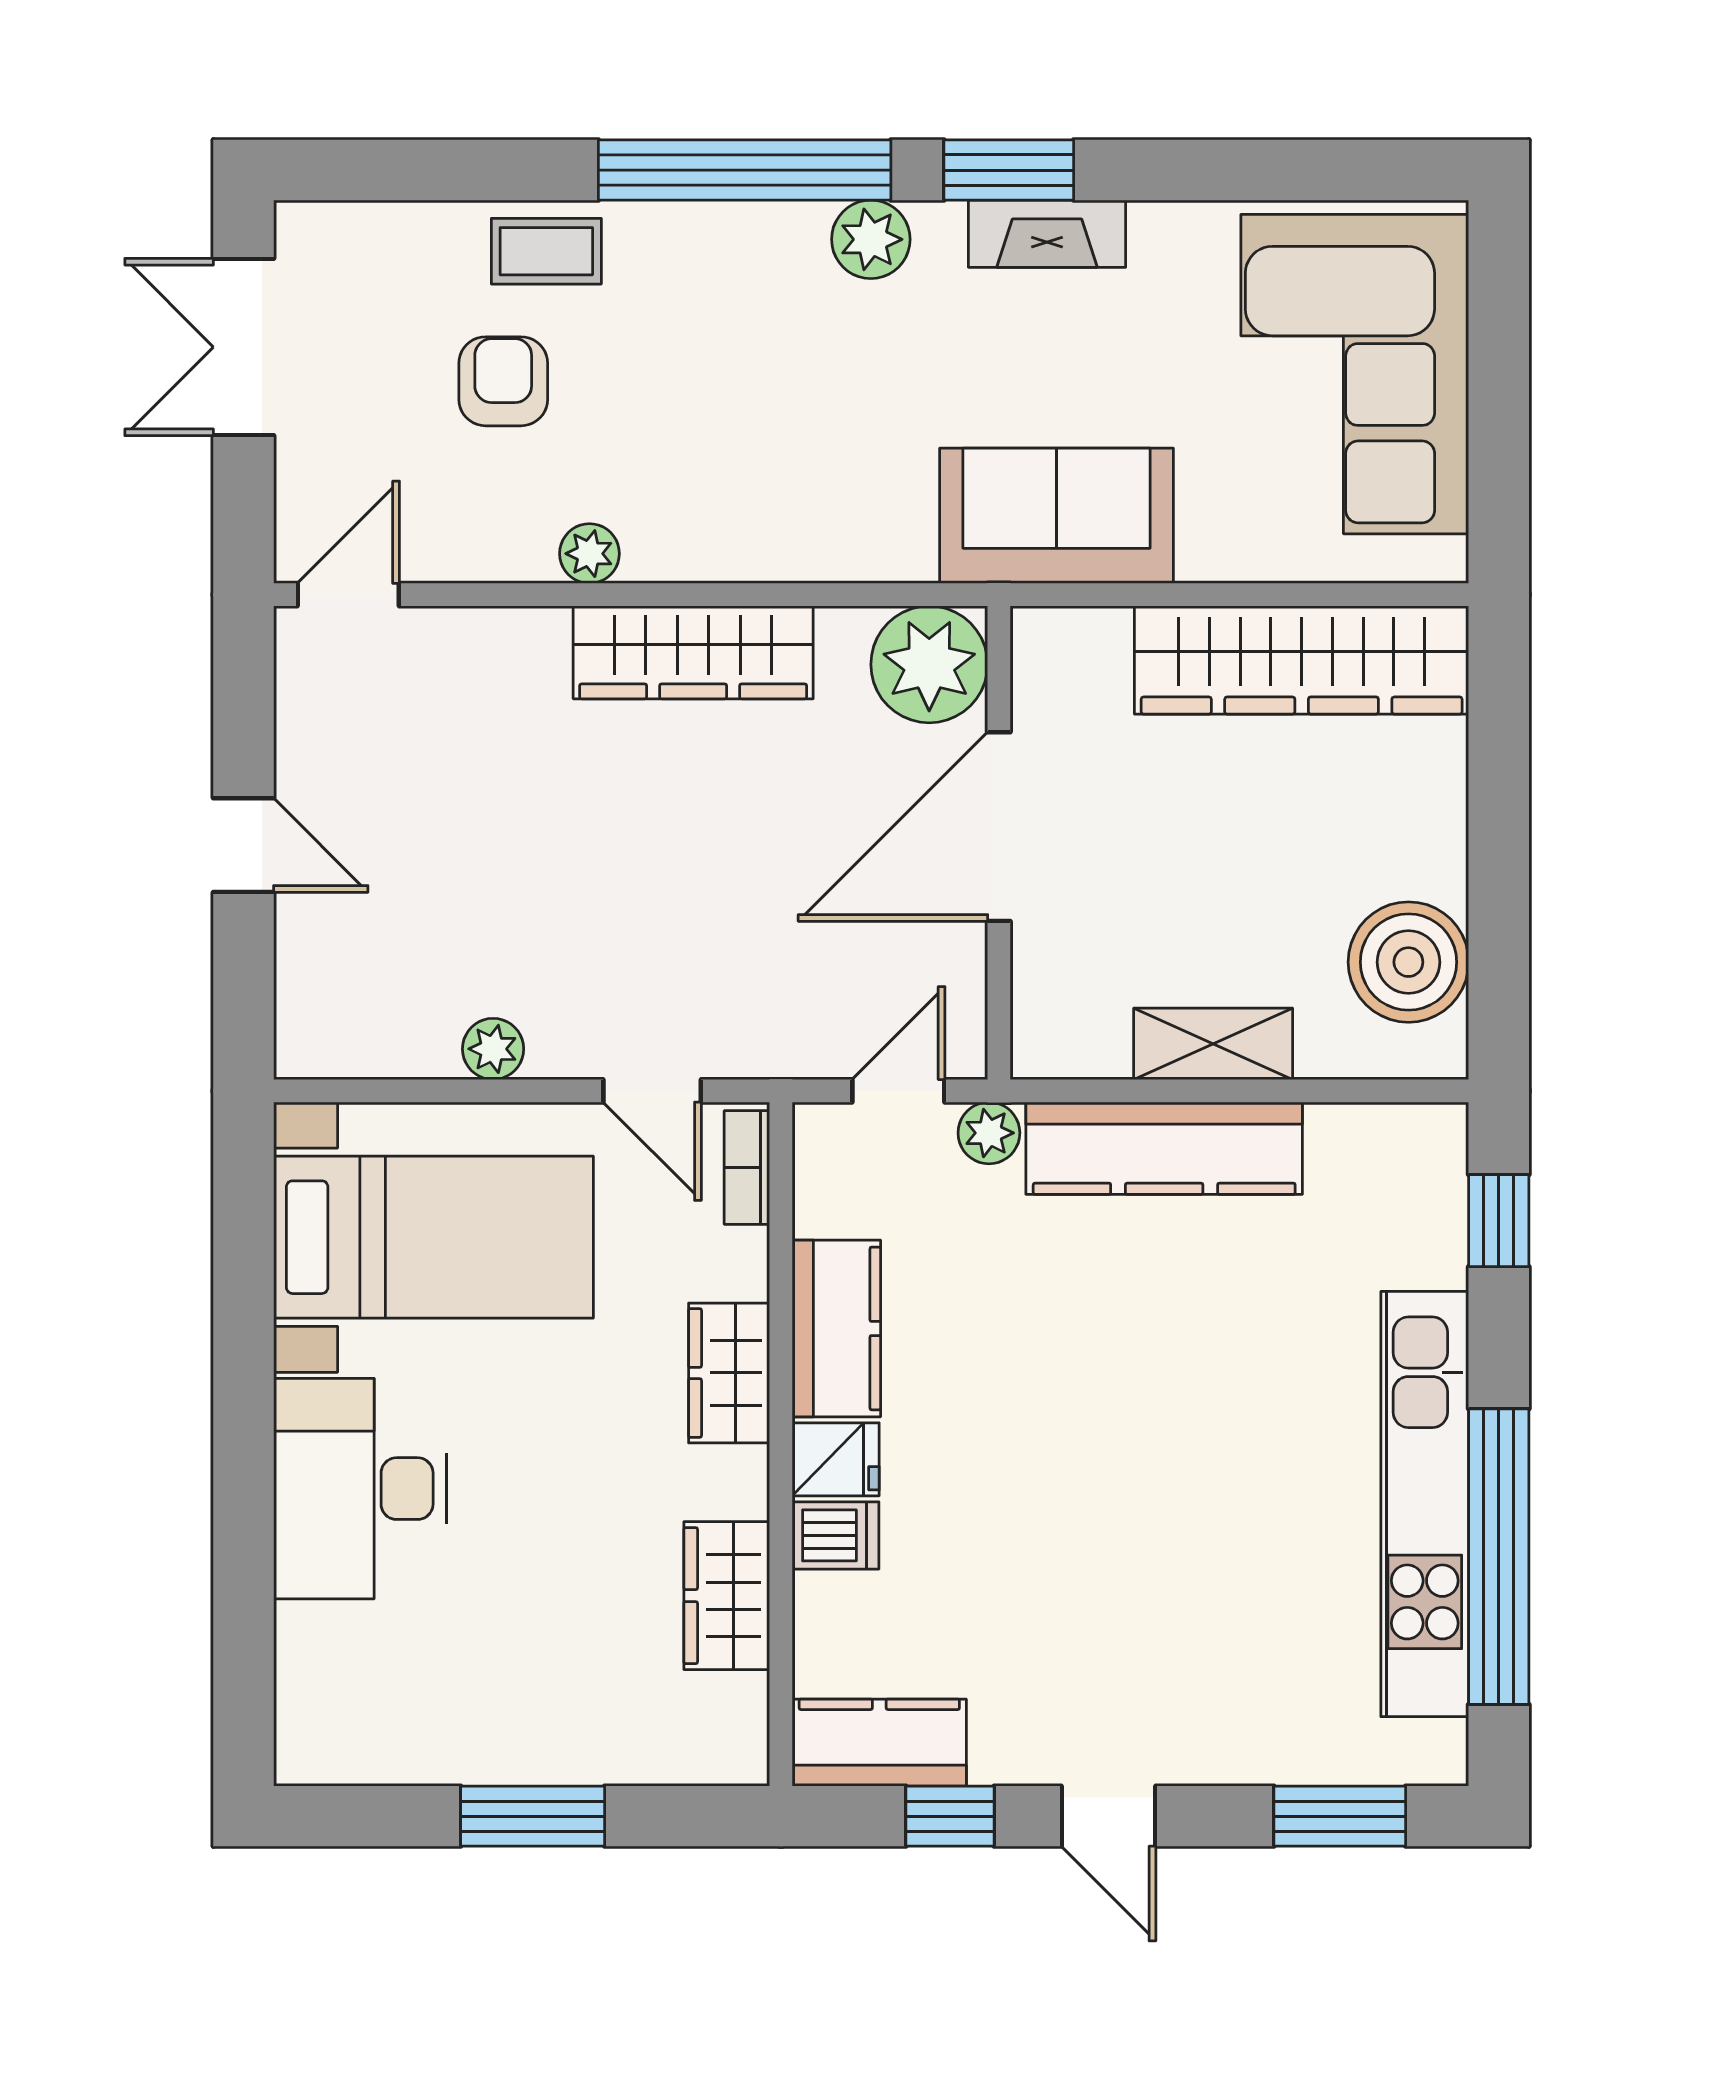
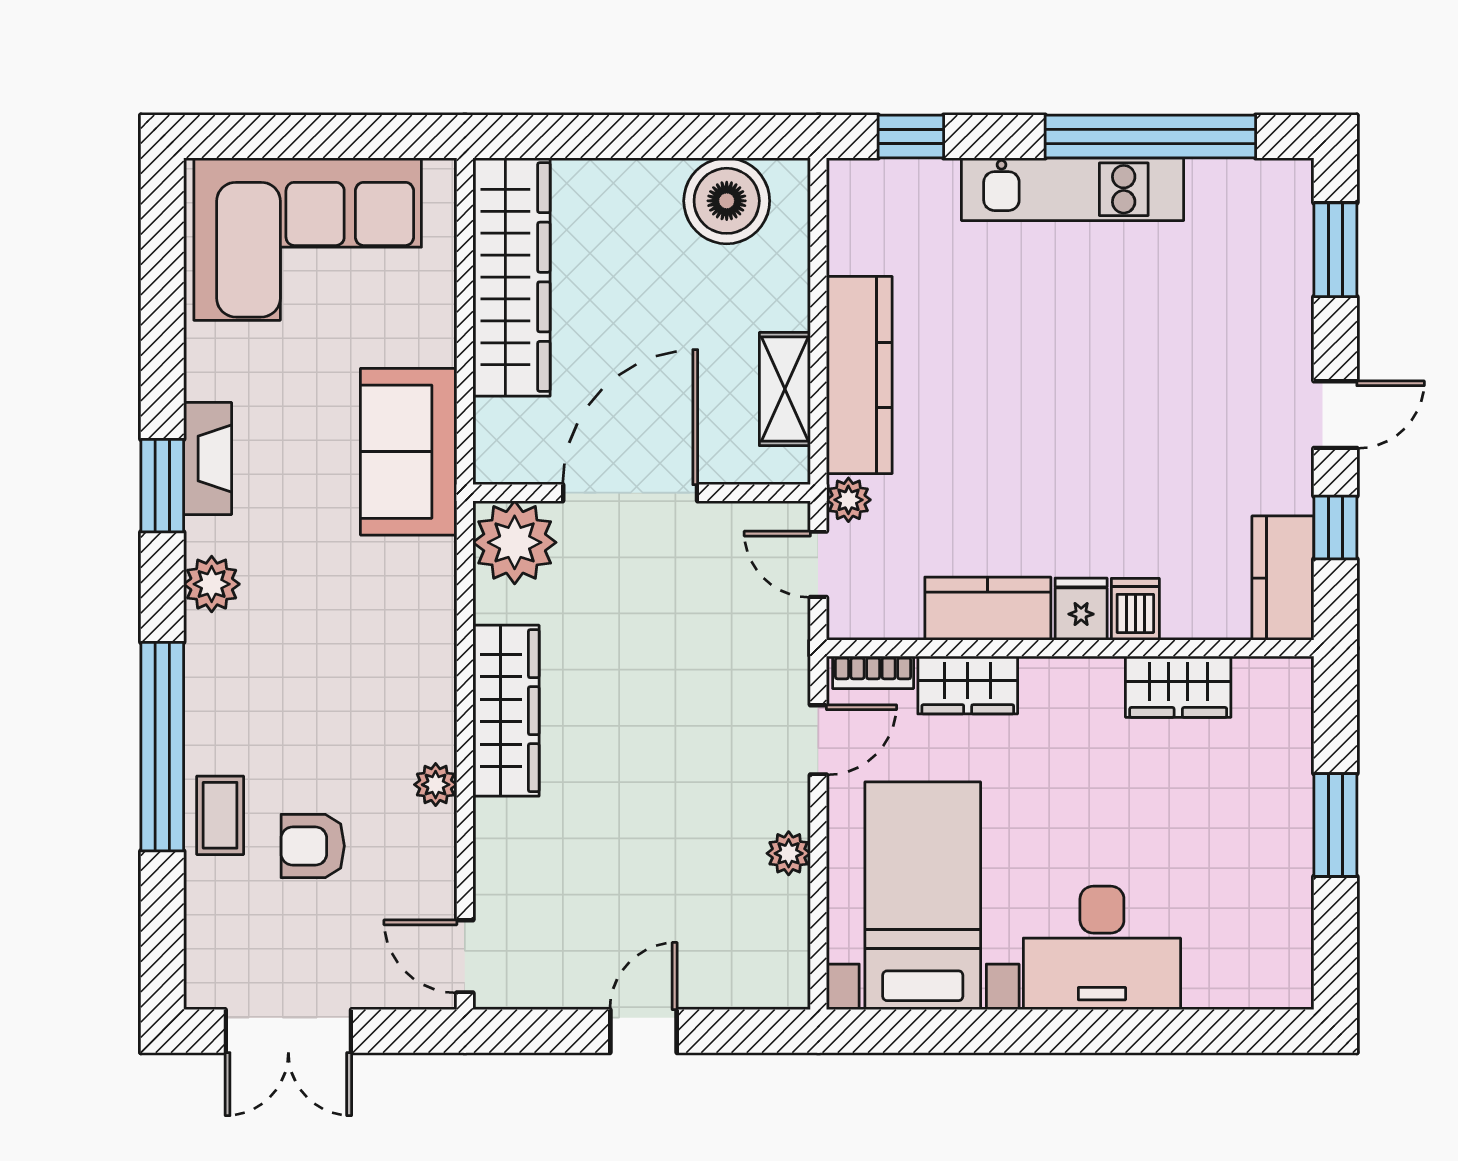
window: (745, 170) -> (162, 747), moved
door: (999, 827) -> (630, 493), swing flipped
shelving: (1213, 1044) -> (785, 389), moved
wardrobe: (729, 1373) -> (968, 685), moved
kitchen unit: (1425, 1504) -> (1073, 189), width x0.73

